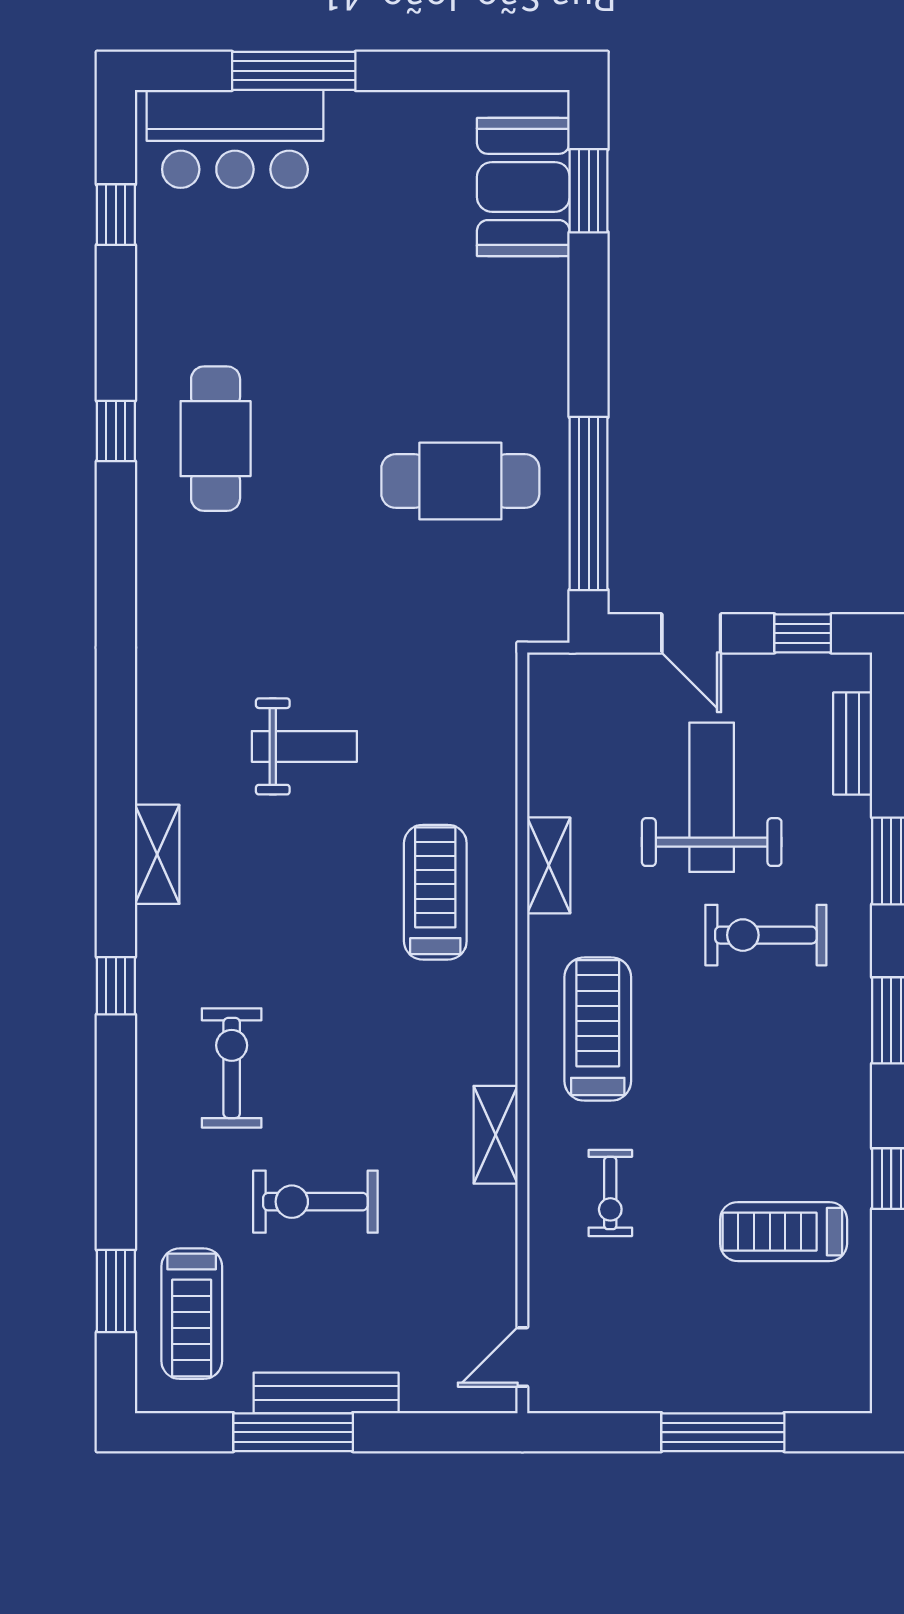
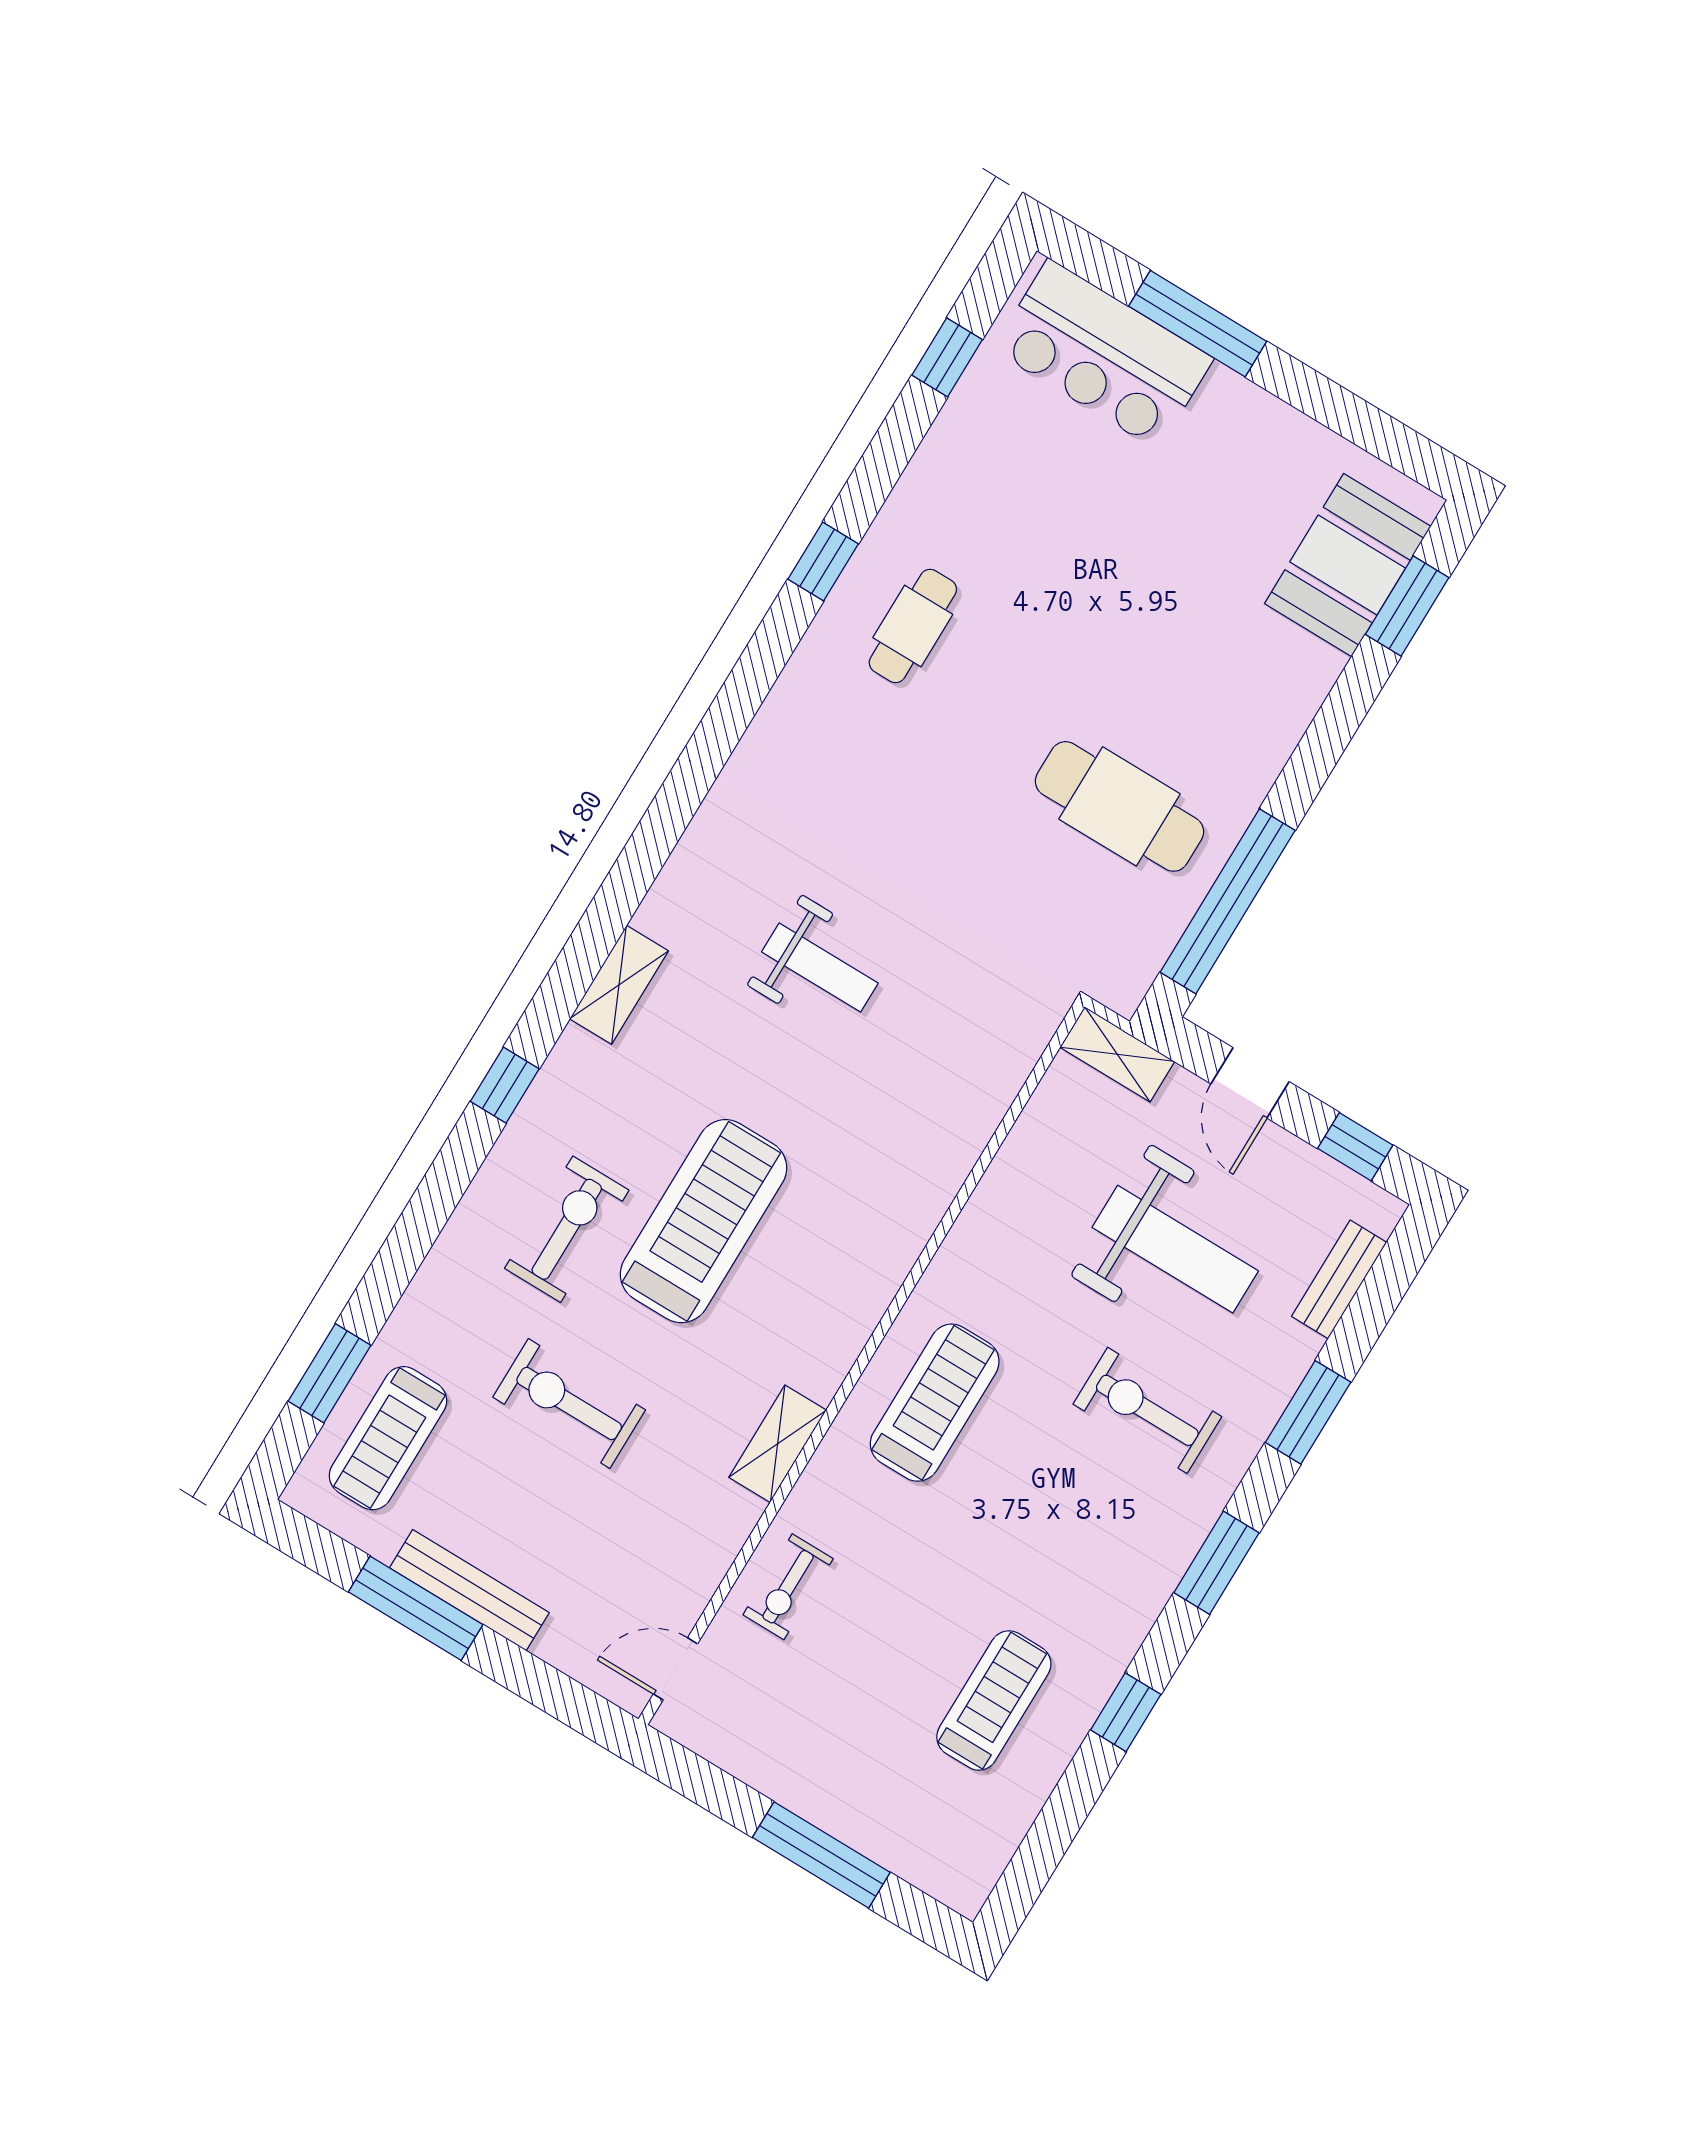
cafe table: (216, 439) -> (913, 626), width x0.73, depth x0.74
weight bench: (712, 797) -> (1175, 1249), turned 90
shelving: (549, 865) -> (1117, 1054), moved, turned 90
treadmill: (435, 892) -> (703, 1221), moved, width x1.37, depth x1.38
exercise bike: (610, 1193) -> (788, 1587), moved
treadmill: (784, 1232) -> (994, 1700), turned 90

